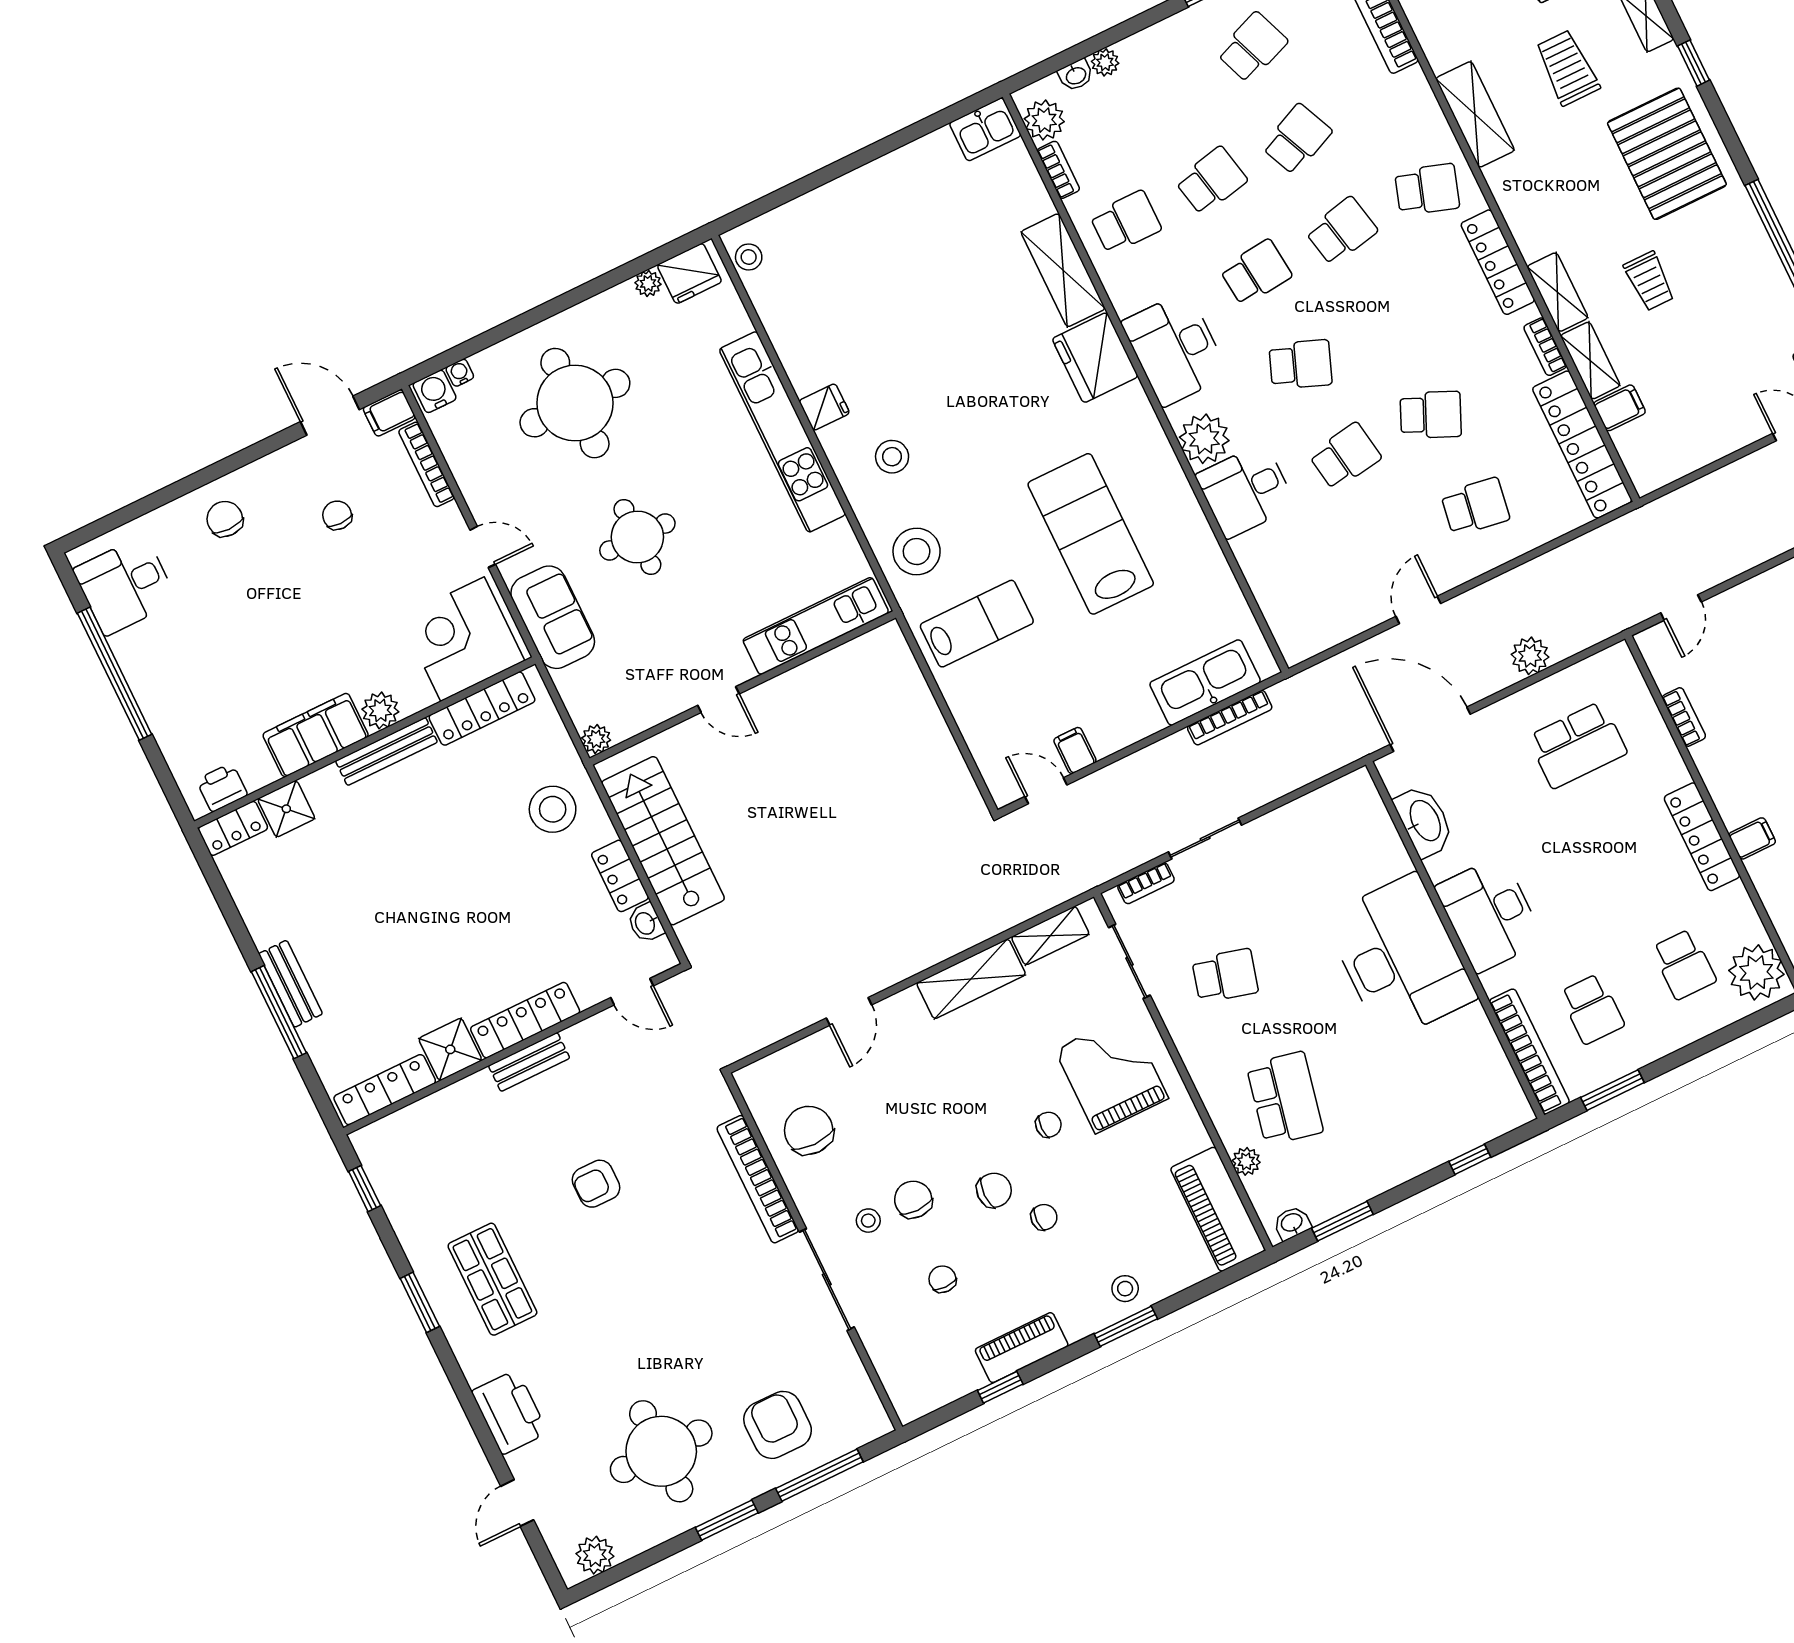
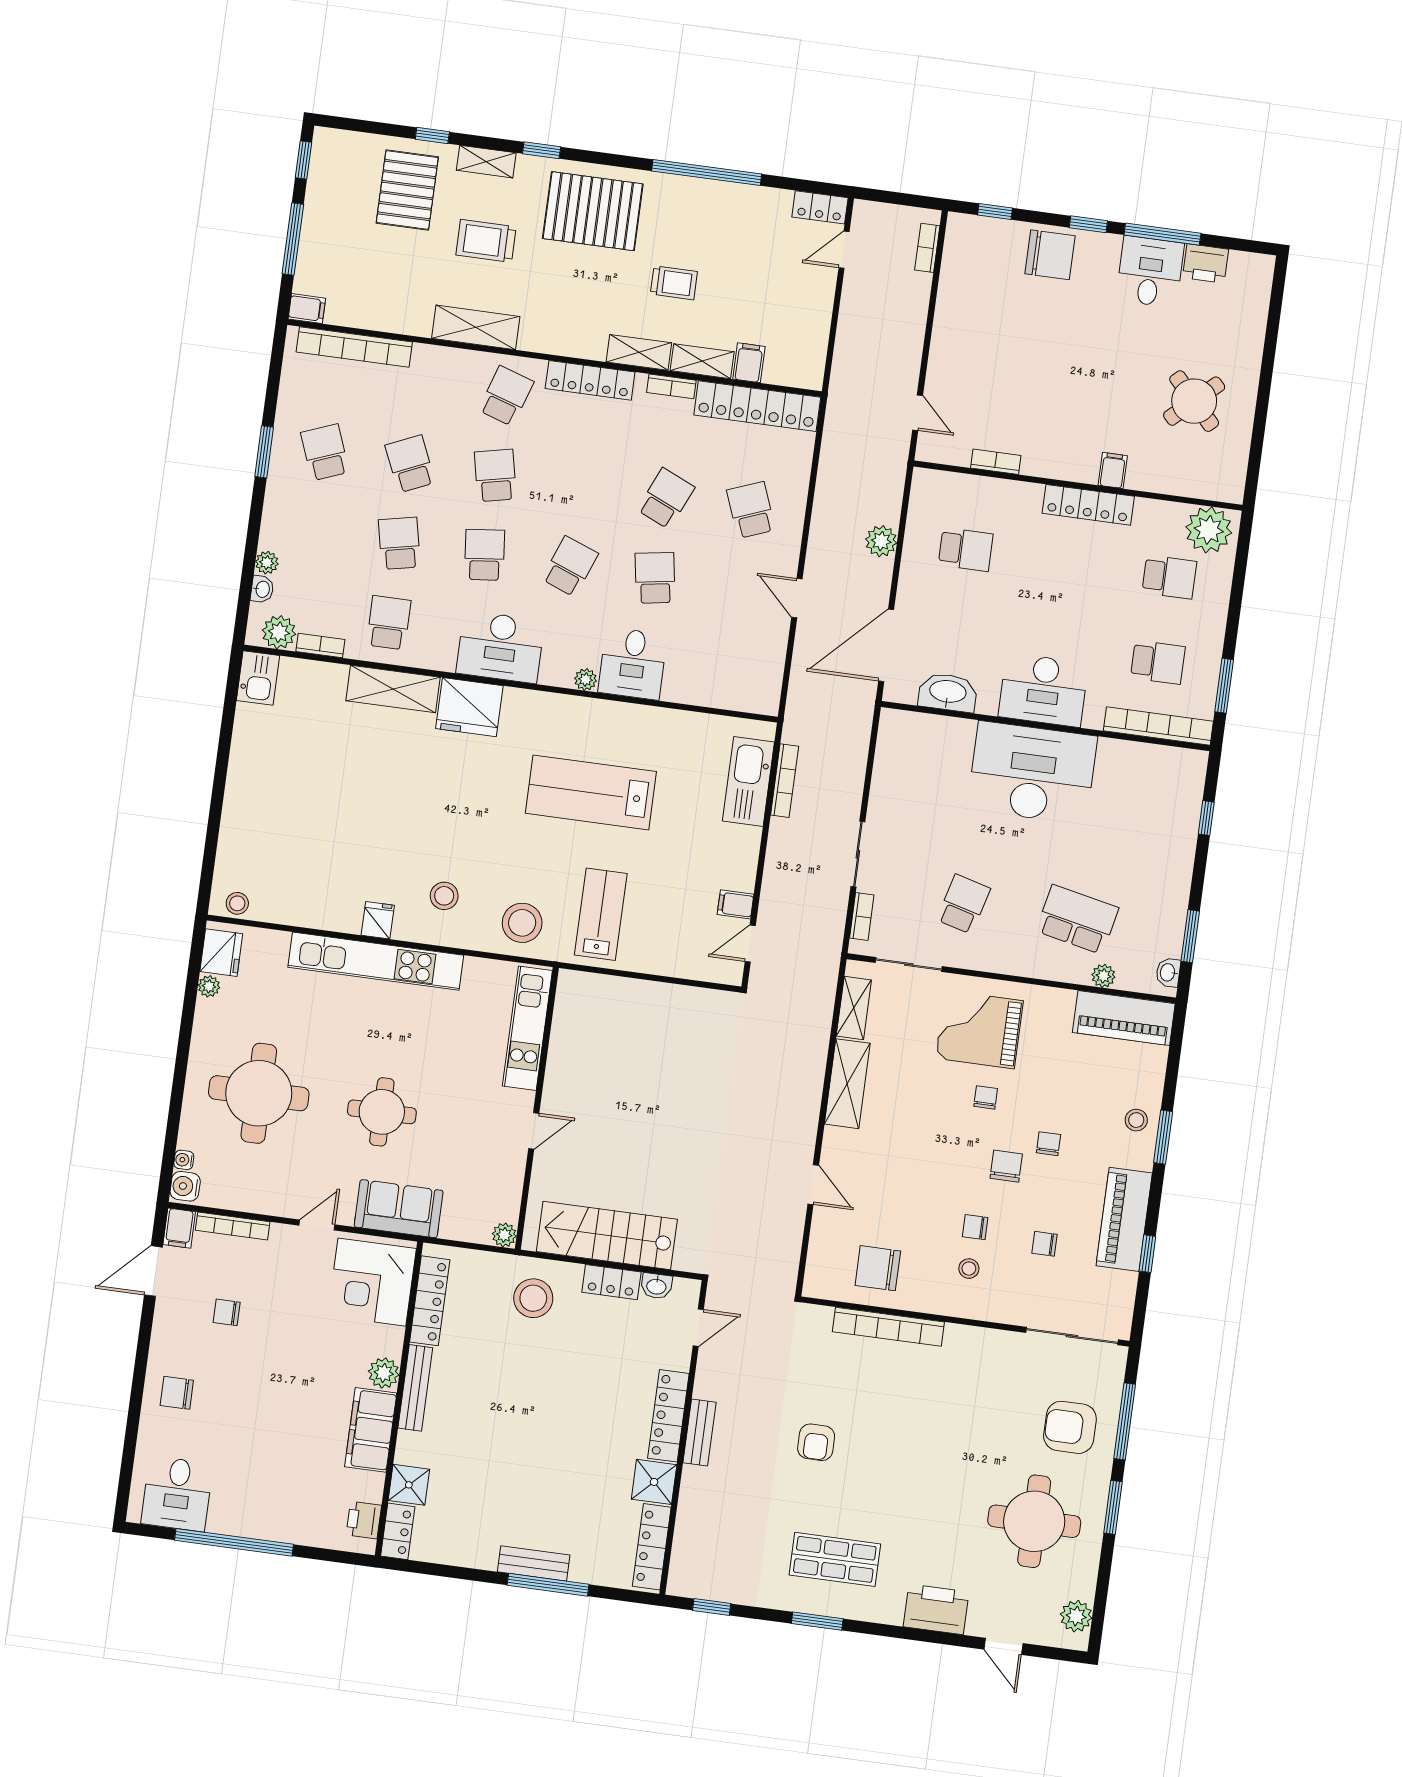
plant: (1204, 439) -> (586, 680), width x0.53, depth x0.53
school desk: (1475, 507) -> (751, 510), turned -30
school desk: (1577, 745) -> (966, 549), width x0.54
chair: (913, 1200) -> (975, 1227), width x0.73, depth x0.73
sliding door: (827, 1280) -> (1072, 1336), moved
piano: (1022, 1348) -> (1124, 1219), width x1.37, depth x1.33

